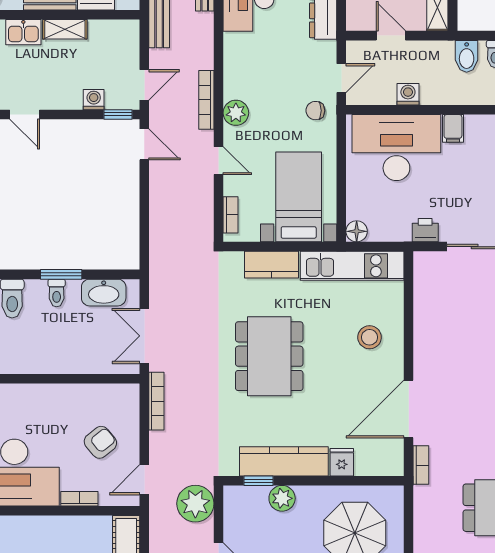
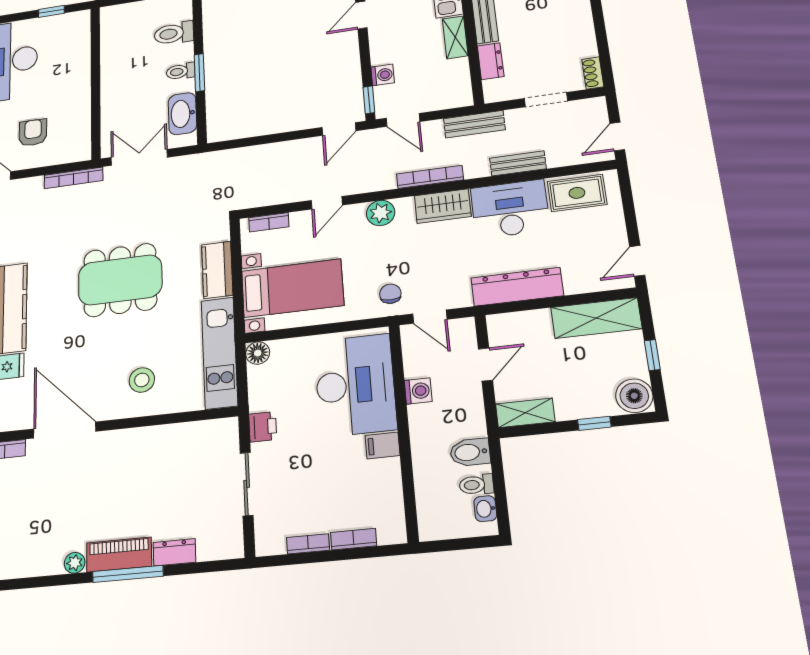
wardrobe: (237, 57) -> (443, 206), added
bookcase: (206, 100) -> (430, 177), moved
armchair: (100, 442) -> (33, 133), turned -141

